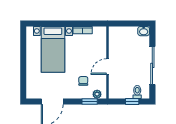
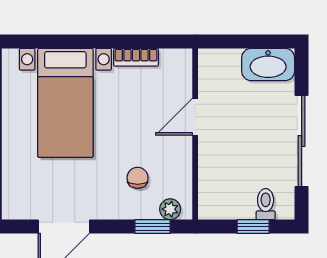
washbasin: (144, 31) -> (268, 64), width x1.91, depth x1.45
door: (108, 67) -> (195, 117), moved

